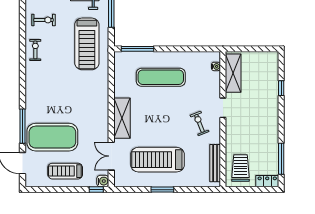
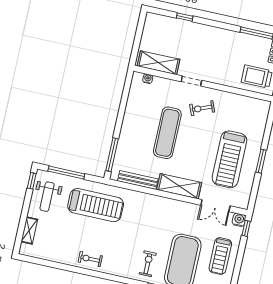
exercise bike: (43, 20) -> (148, 264), moved
exercise mat: (161, 77) -> (167, 133), moved
bench: (215, 163) -> (138, 180), moved

